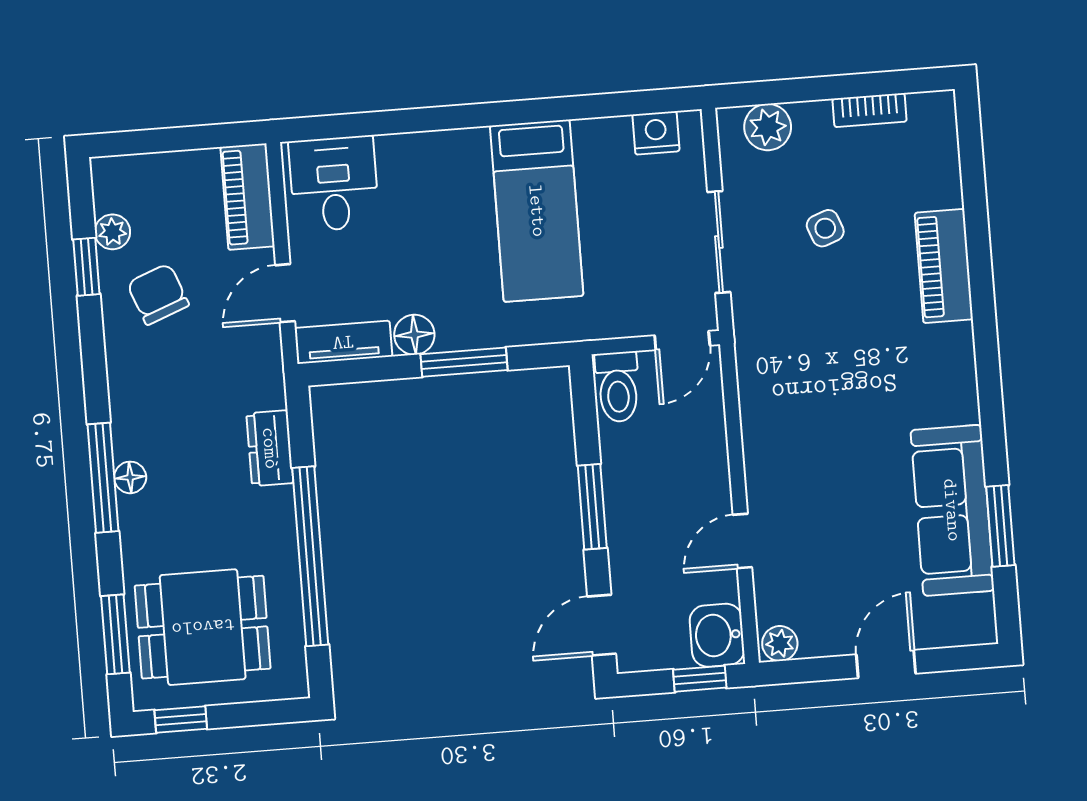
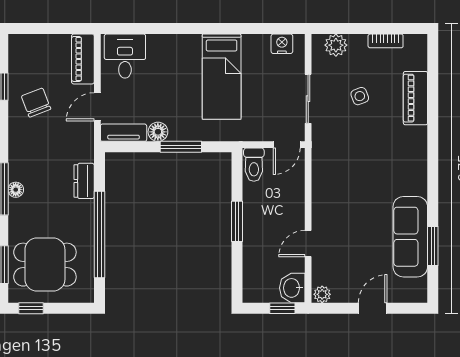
plant: (112, 232) -> (17, 71), removed
piano: (944, 266) -> (415, 98), moved
door: (602, 625) -> (237, 279), removed

